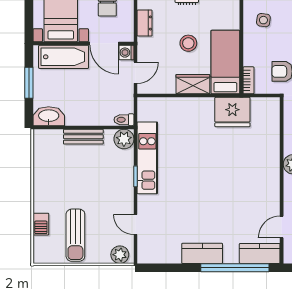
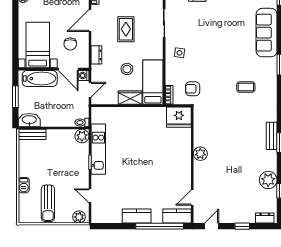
fridge: (232, 112) -> (179, 117), moved
bench: (83, 137) -> (32, 134), moved
barbecue: (41, 224) -> (24, 185), moved

